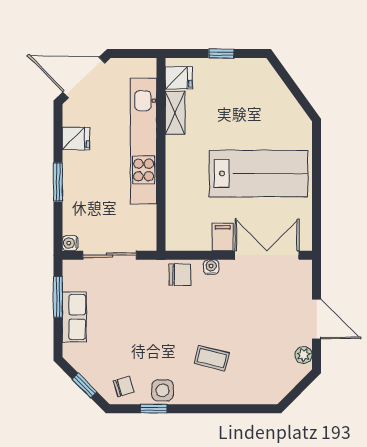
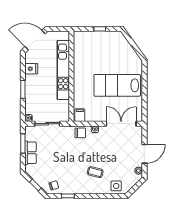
fridge: (179, 78) -> (80, 40), removed
shelving: (175, 113) -> (78, 57), removed
lab bench: (258, 174) -> (117, 85), turned 180
filing cabinet: (223, 237) -> (80, 115), moved
door: (317, 319) -> (144, 154), hinge flipped
side table: (163, 390) -> (116, 186), moved

